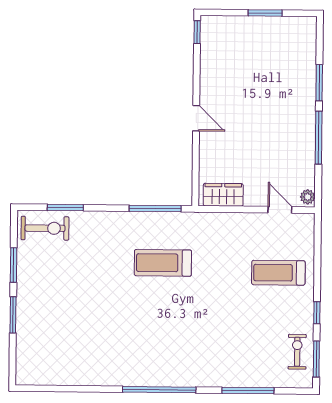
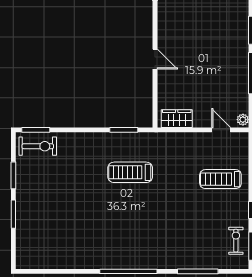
window: (65, 208) -> (36, 130), moved
window: (155, 208) -> (124, 130), width x0.69

